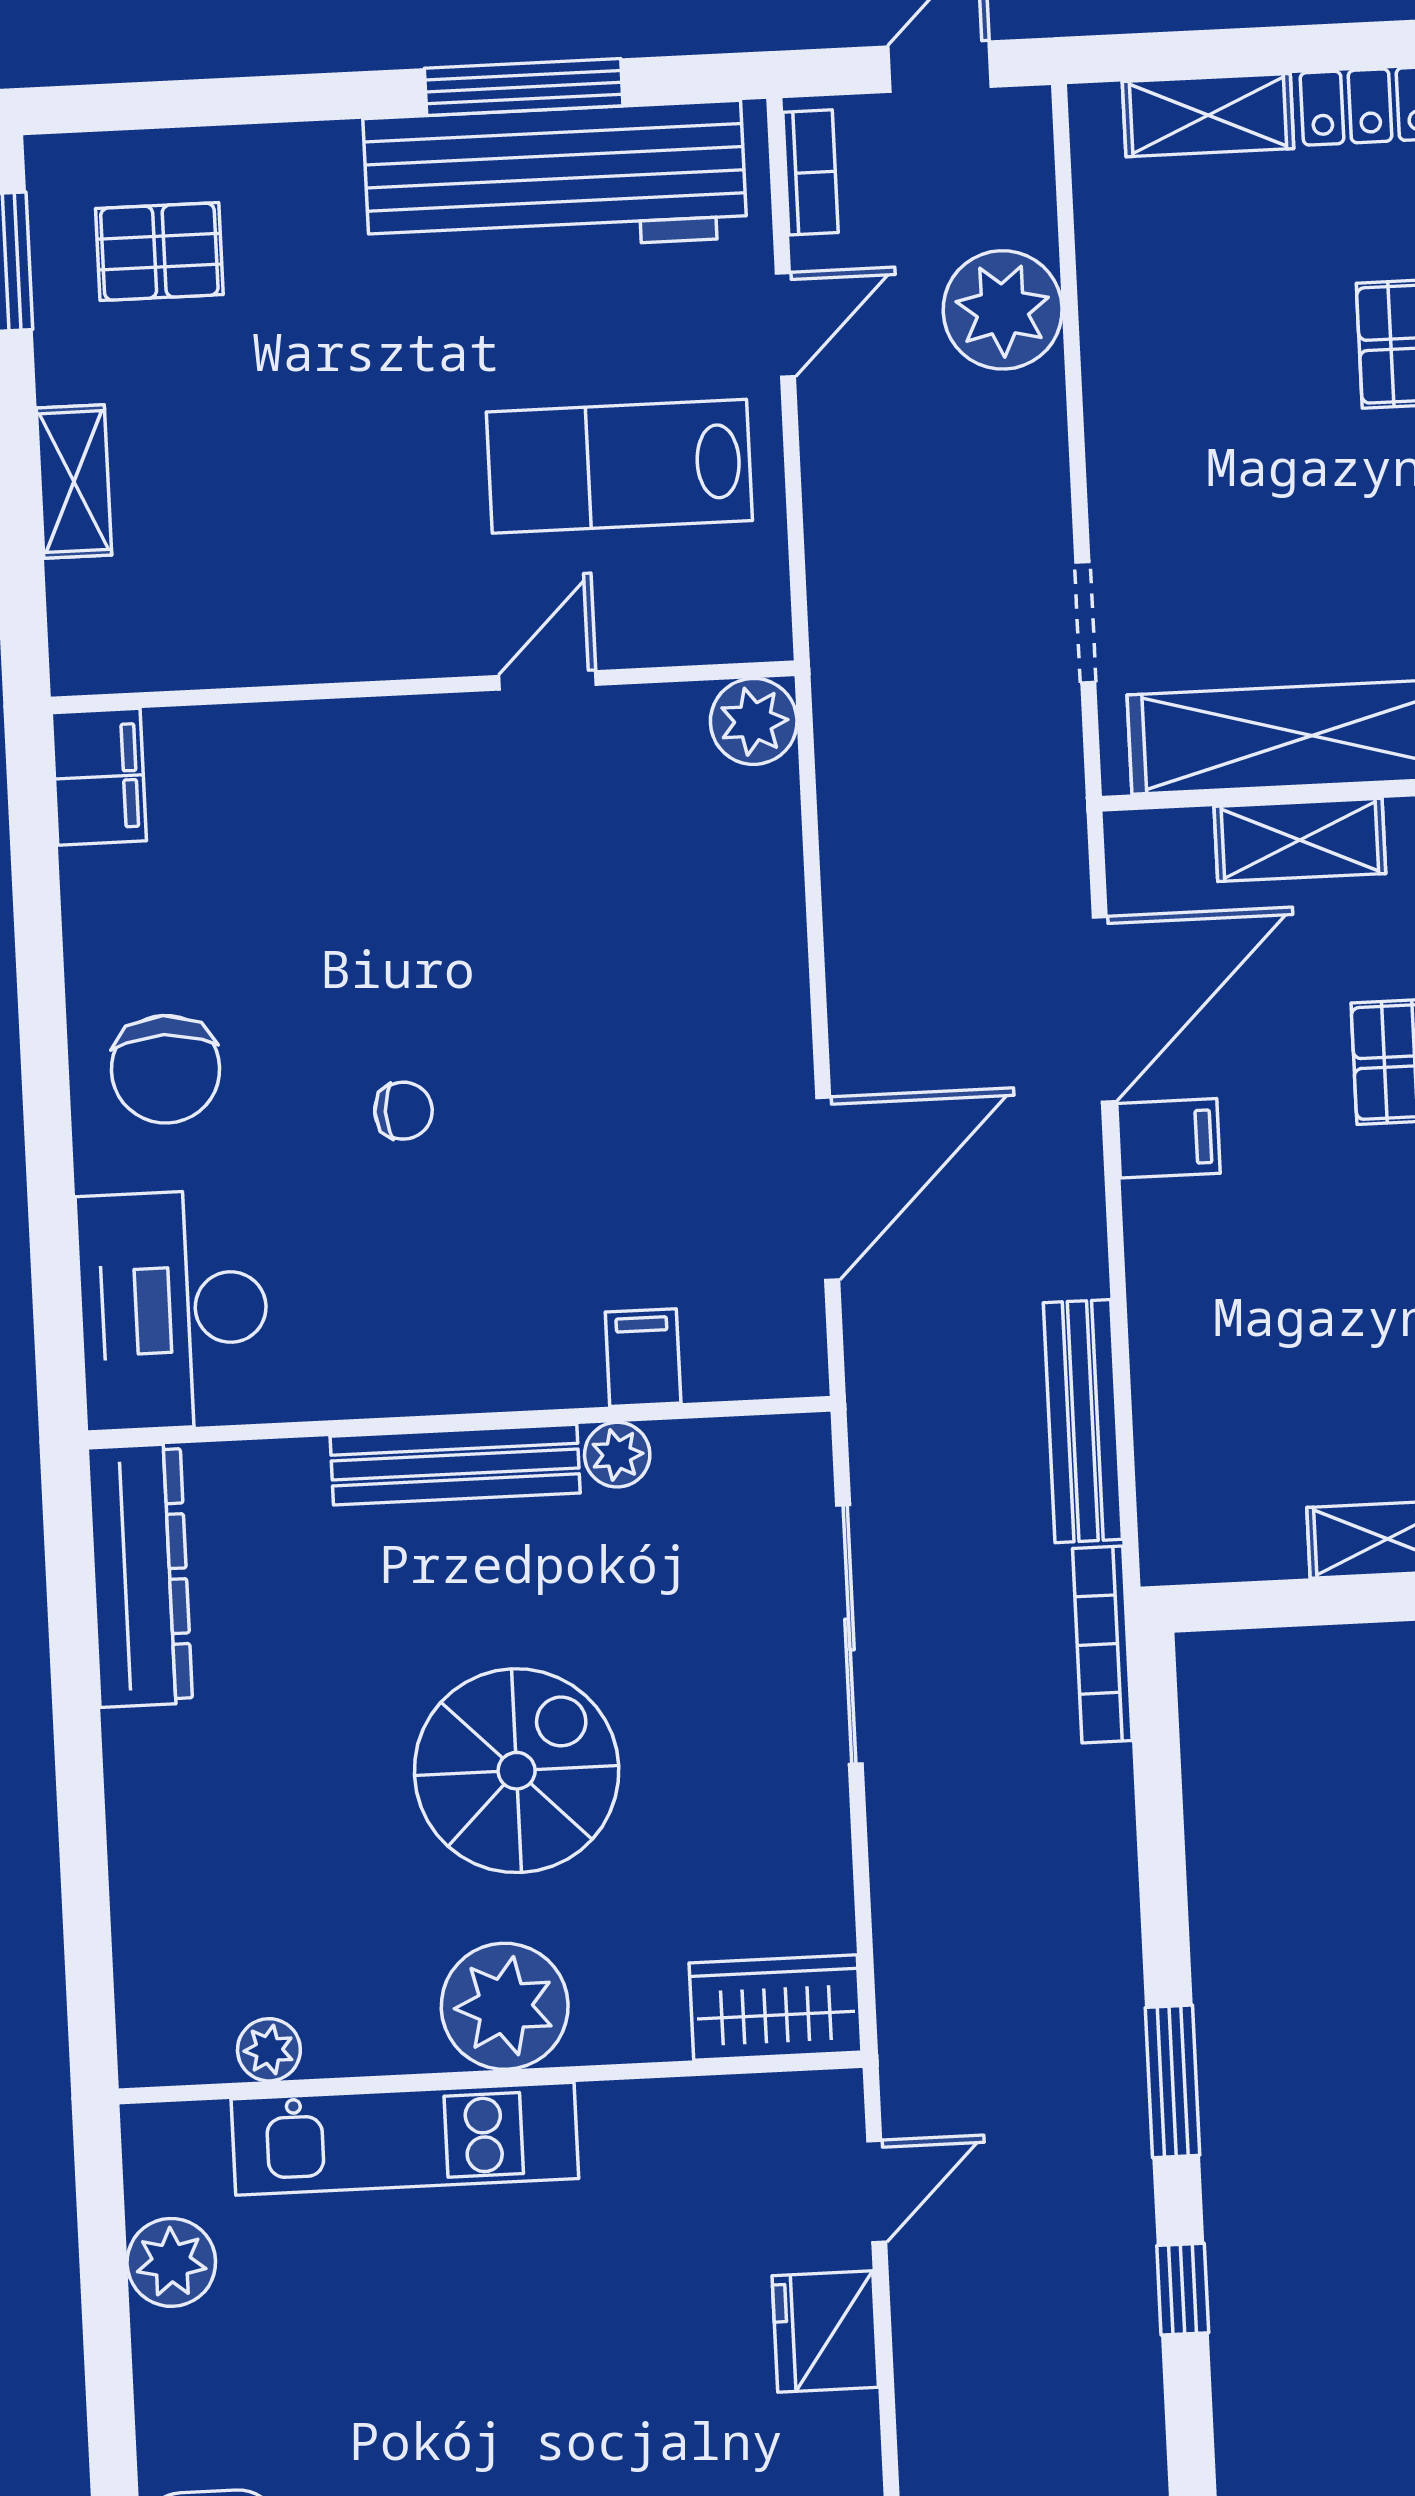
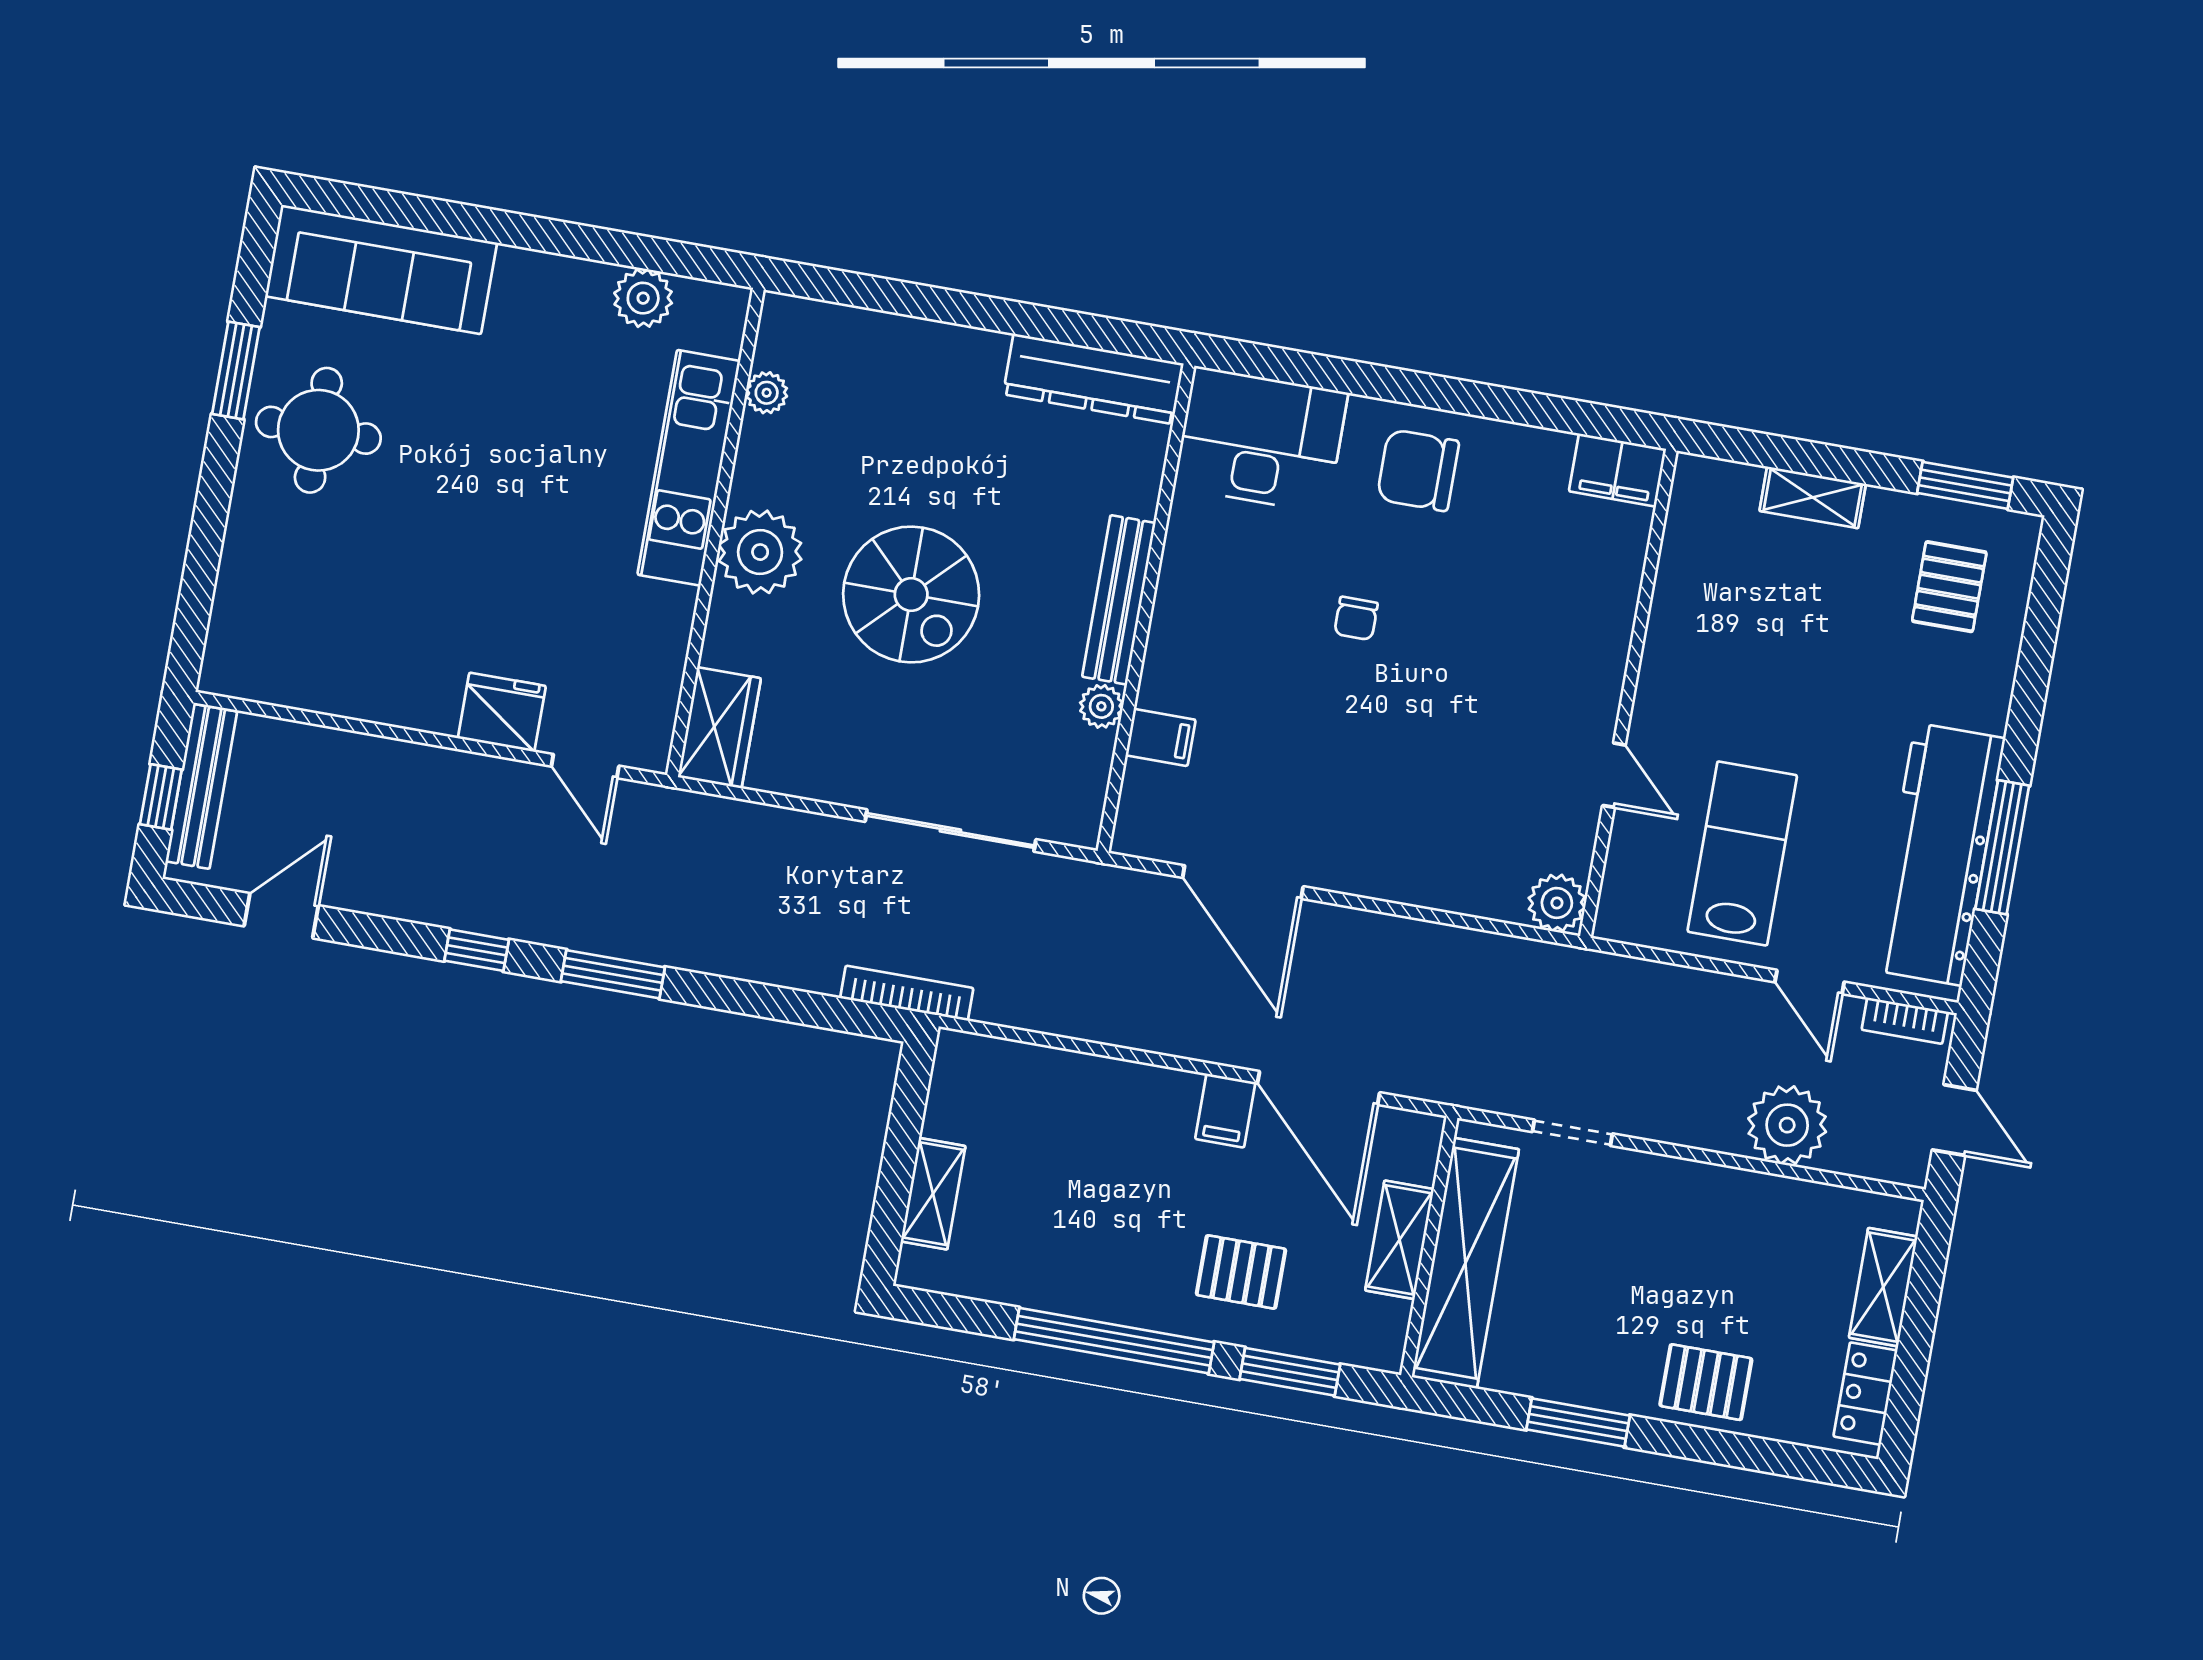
bench: (1083, 1421) -> (1054, 1013), removed

